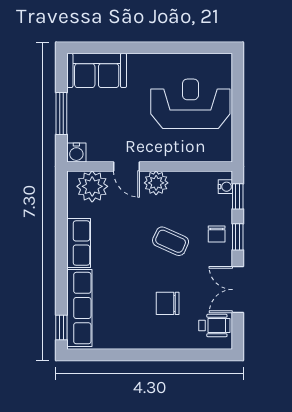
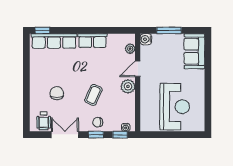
plant: (92, 186) -> (130, 49), width x0.53, depth x0.53

